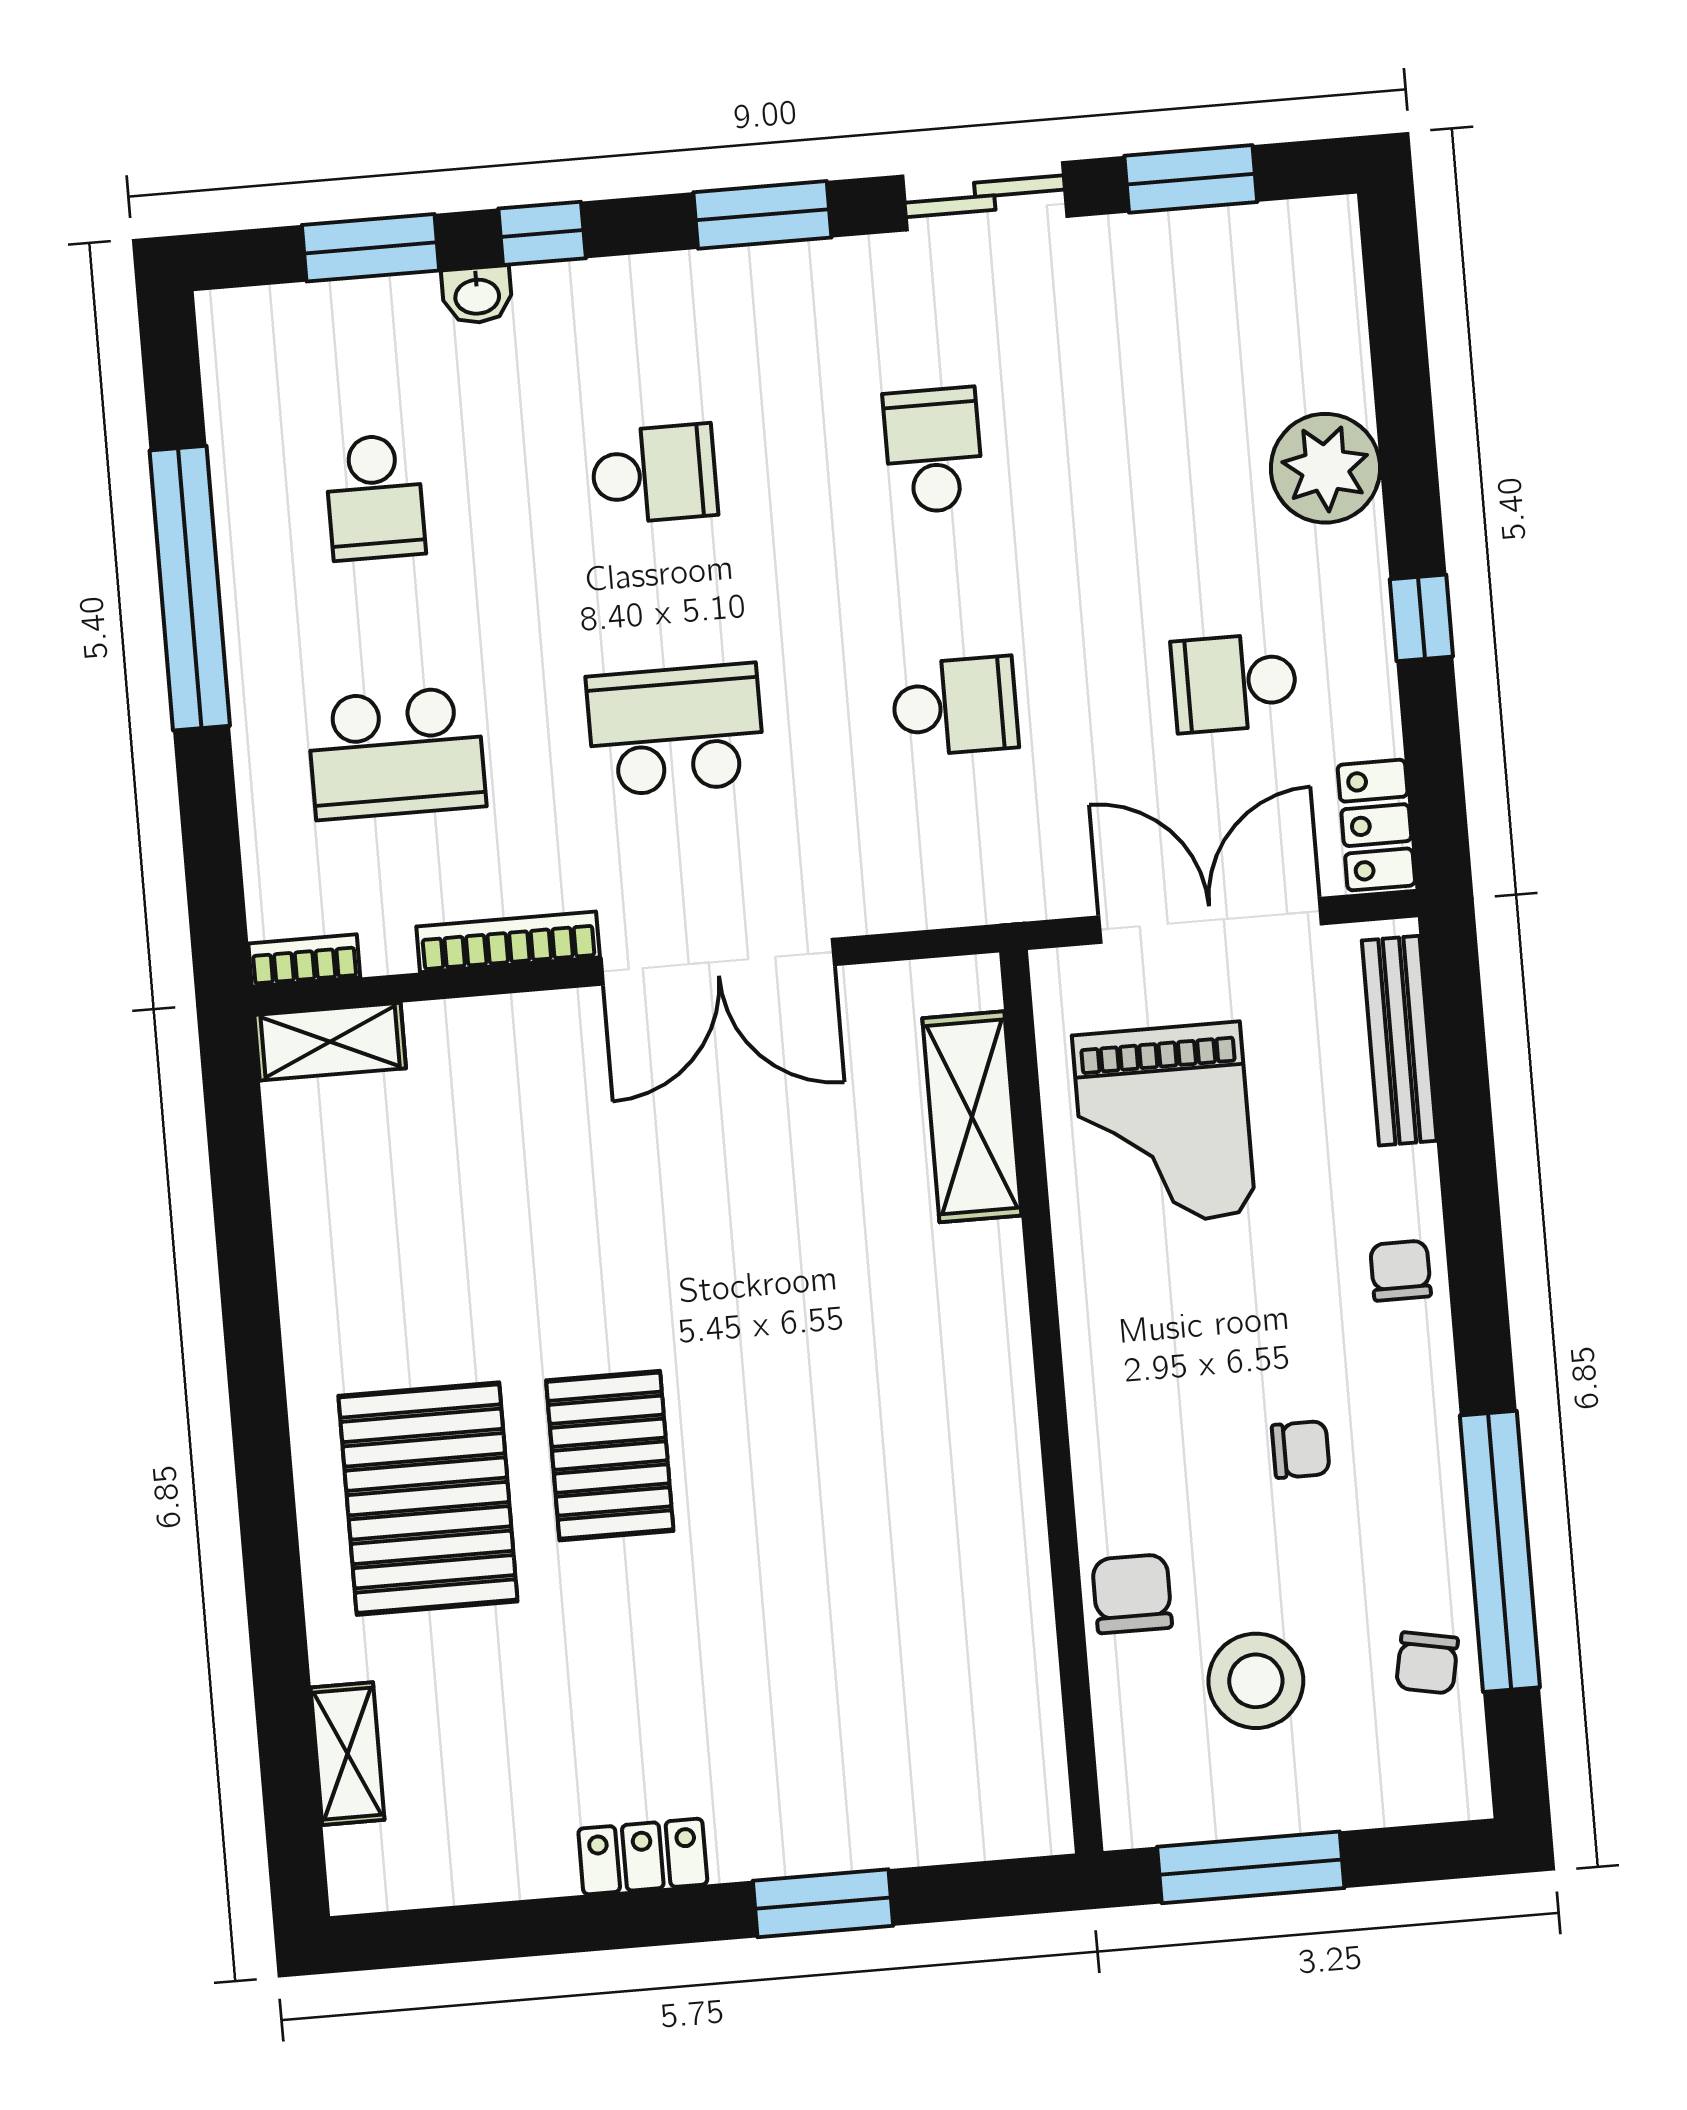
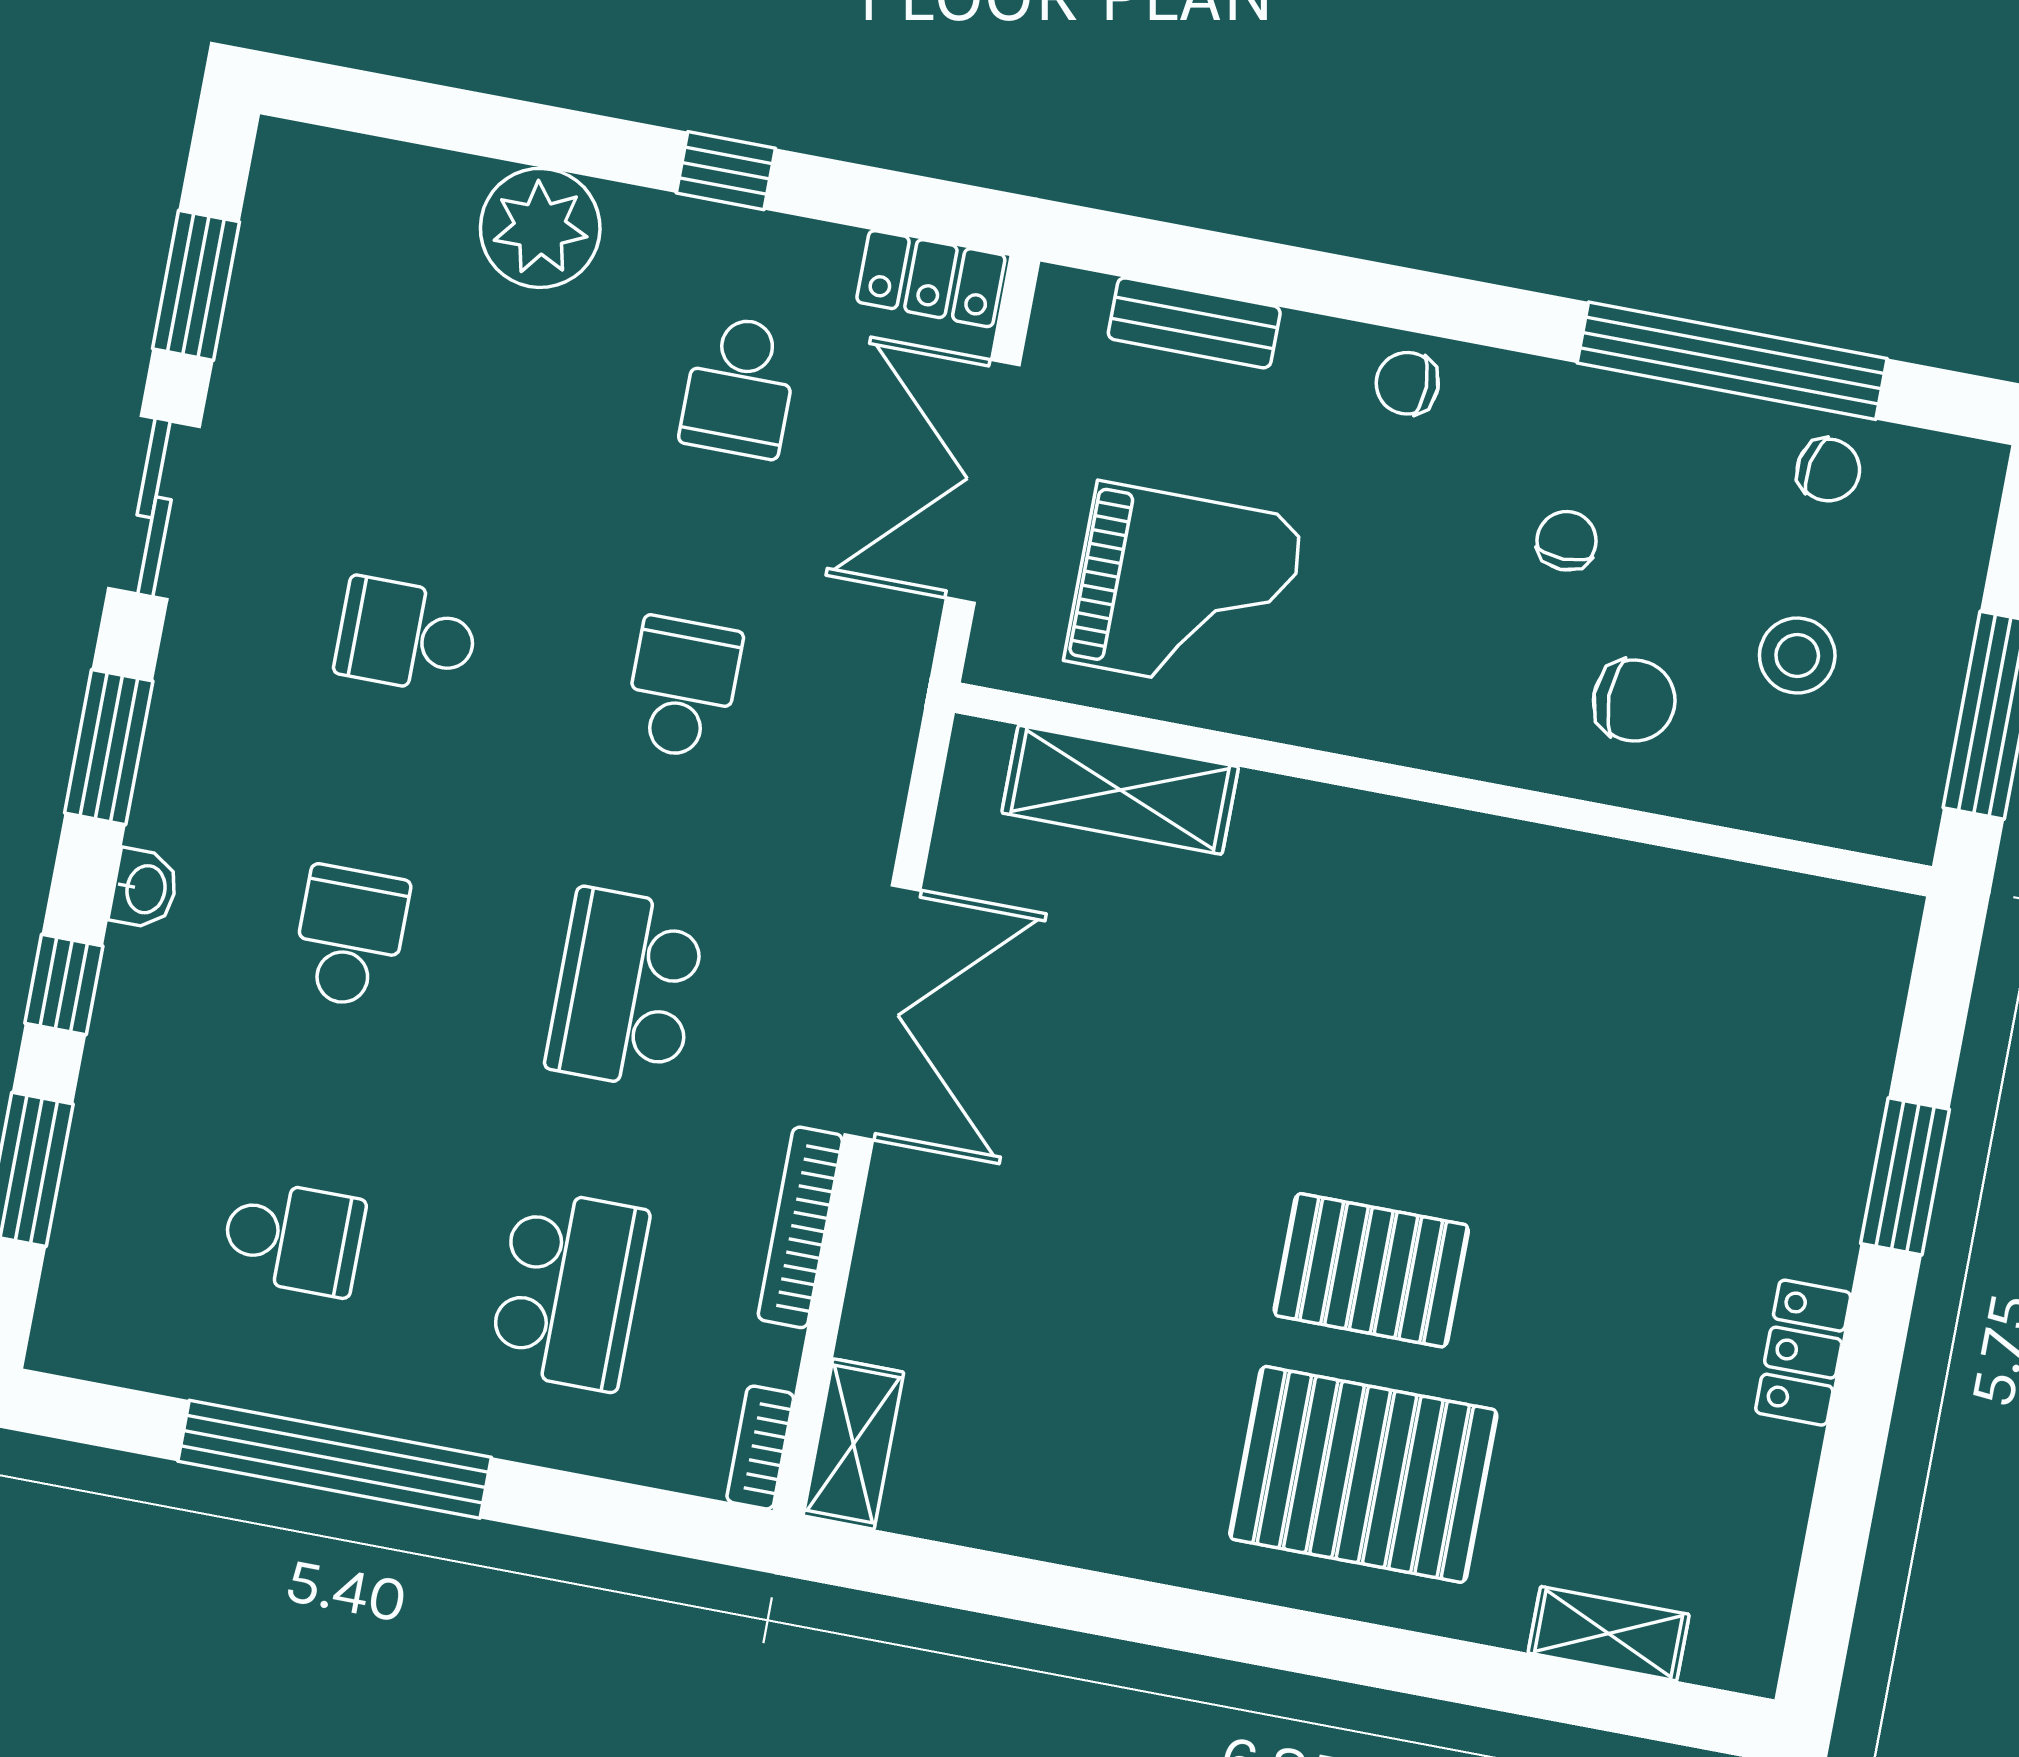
washbasin: (477, 295) -> (144, 889), moved
bench: (1399, 1041) -> (1194, 323), width x0.73
chair: (1132, 1594) -> (1634, 701), moved, turned 180
stool: (1256, 1681) -> (1797, 656), width x0.73, depth x0.73

